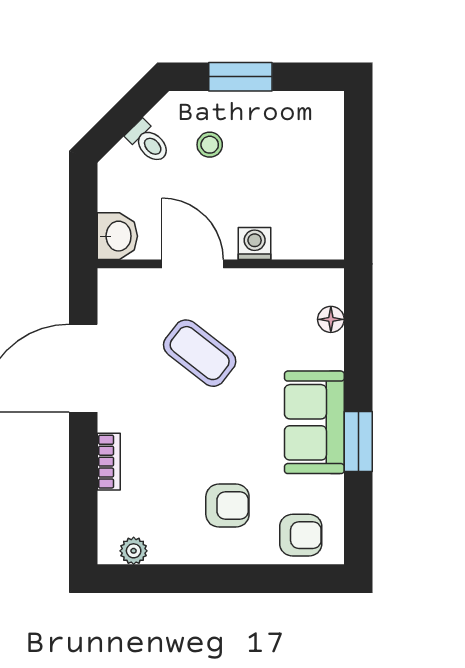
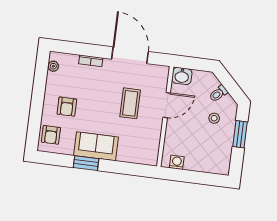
washing machine: (255, 243) -> (177, 162), moved, turned -90
floor lamp: (331, 319) -> (137, 158), removed
coffee table: (200, 353) -> (130, 103), turned -38

